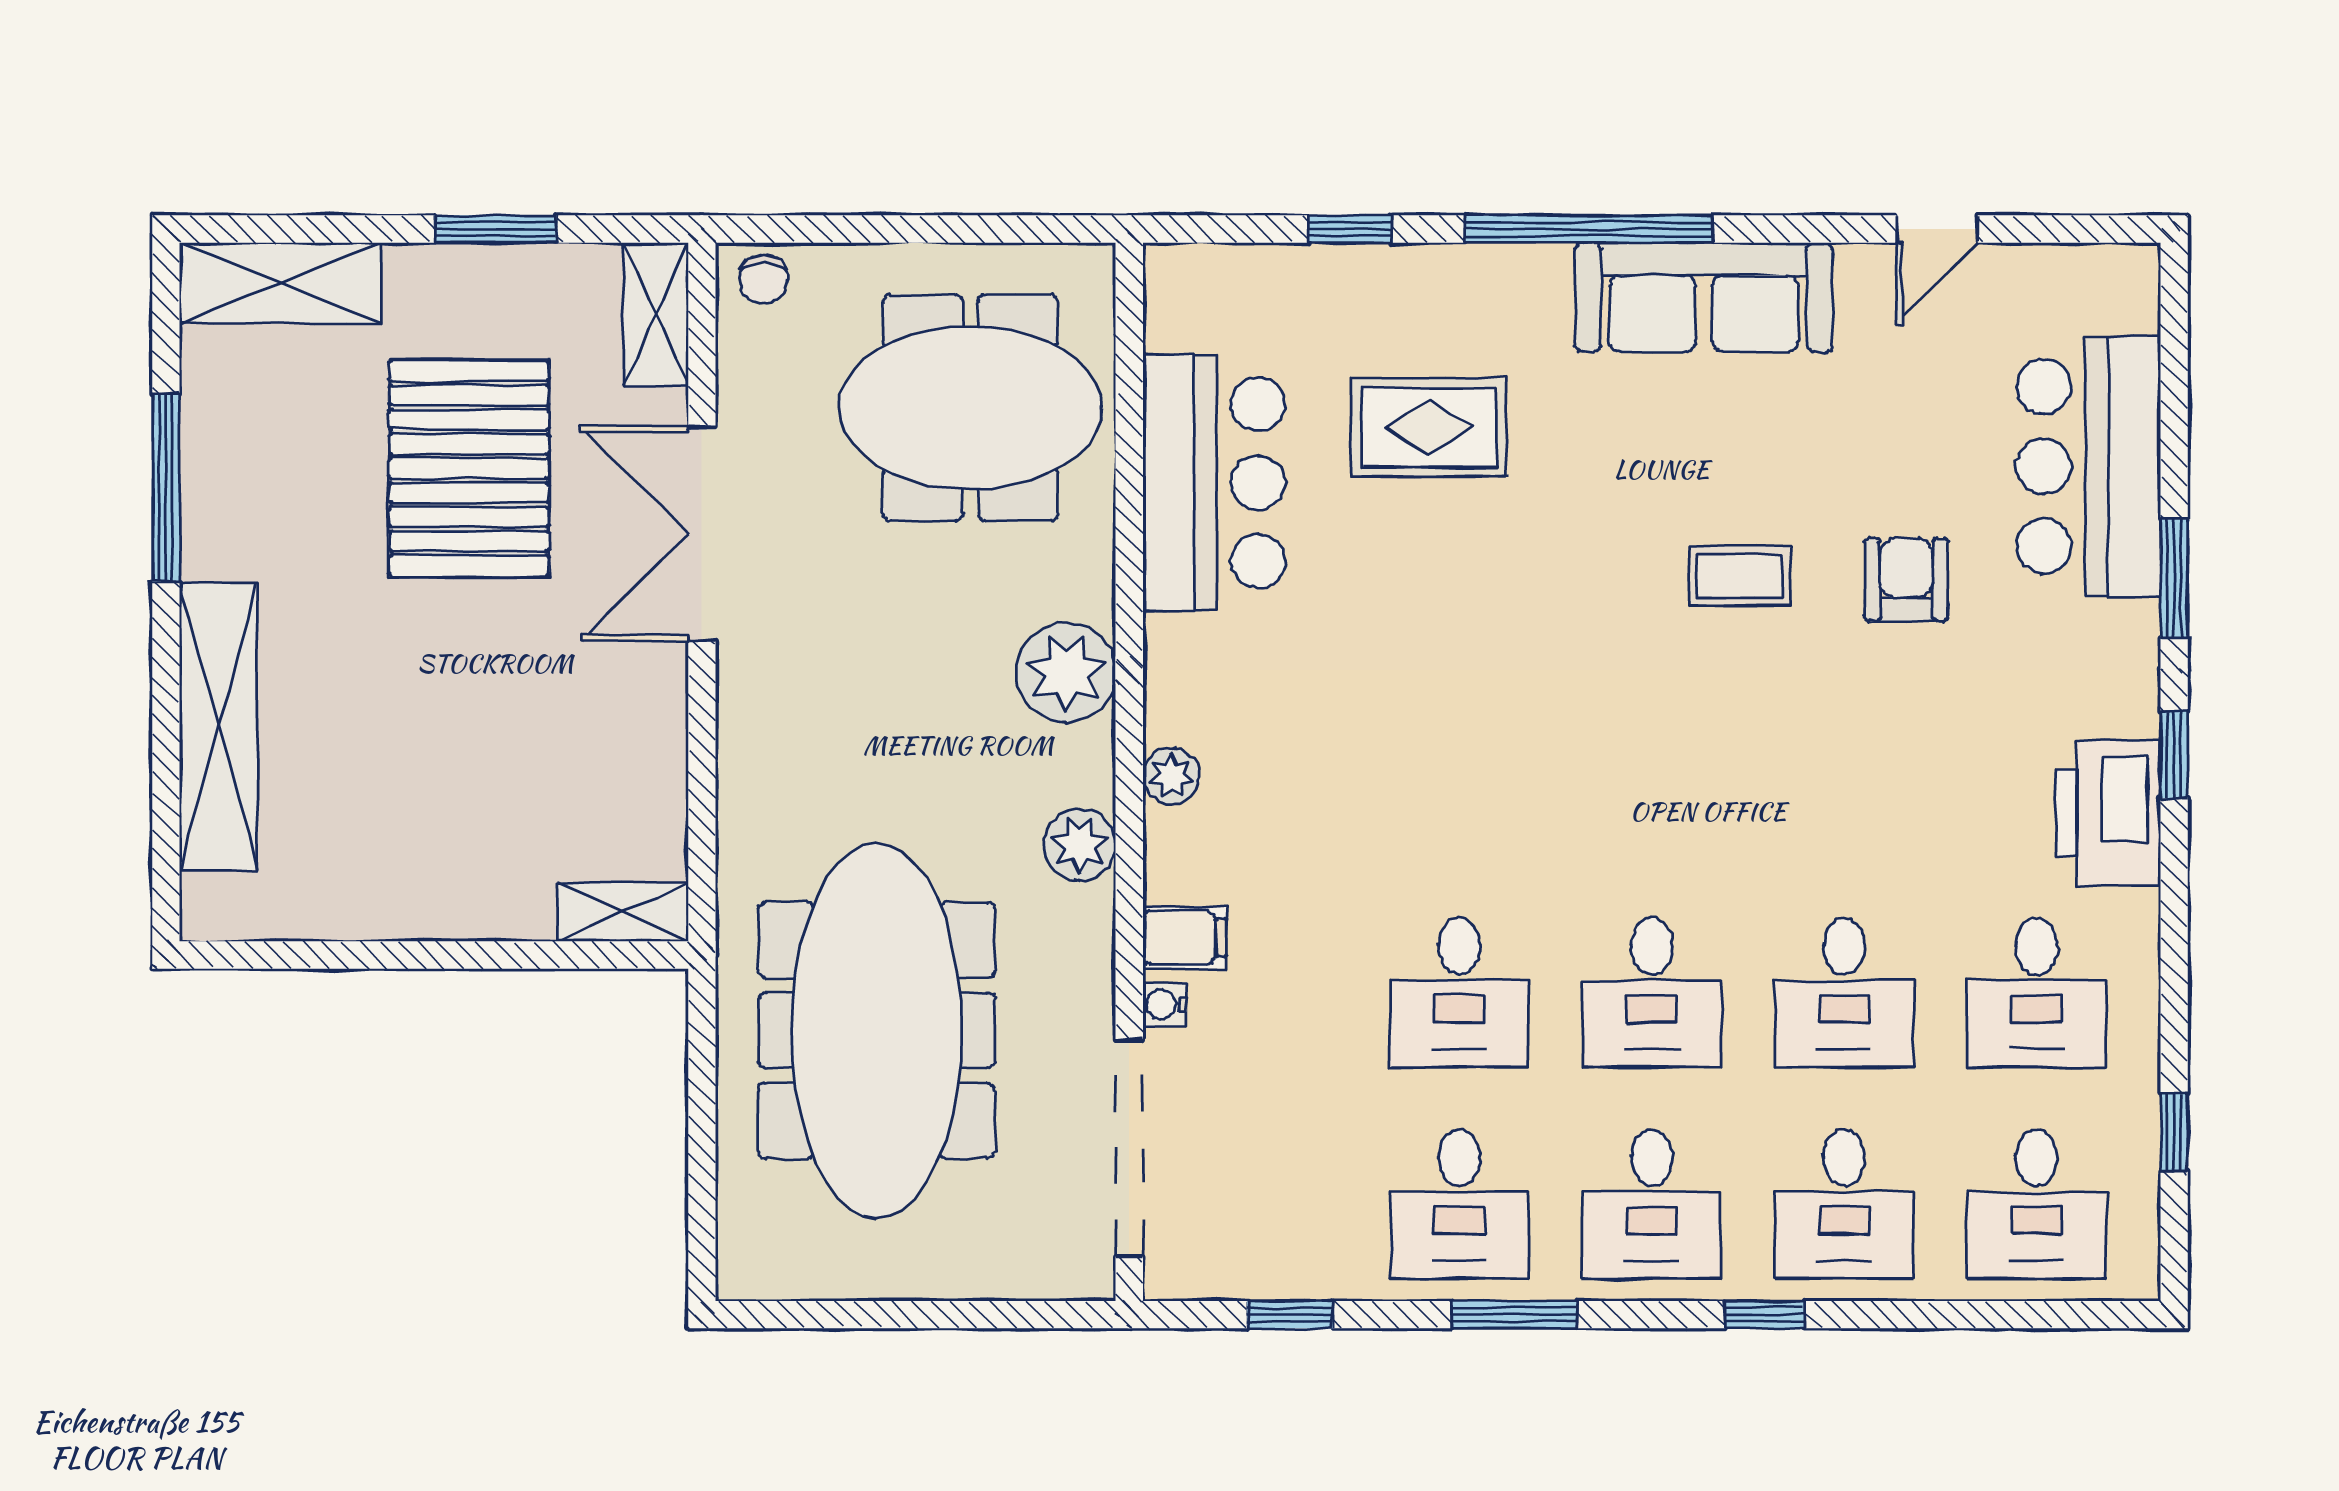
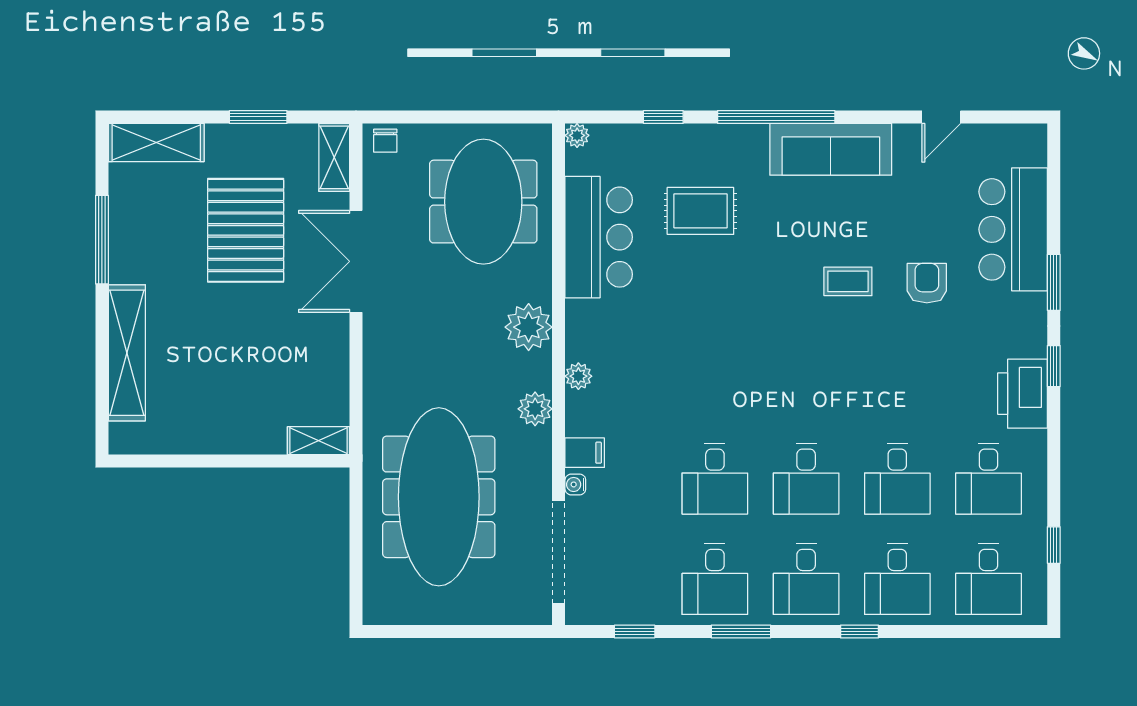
plant: (1168, 268) -> (577, 135), added
meeting table: (971, 408) -> (483, 202), turned 90

